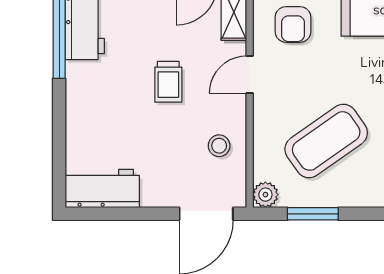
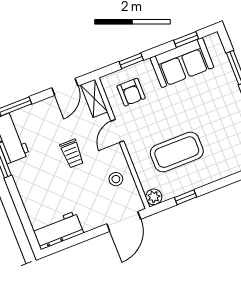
coffee table: (326, 141) -> (177, 152), turned 35
window: (313, 214) -> (185, 197), width x0.67

